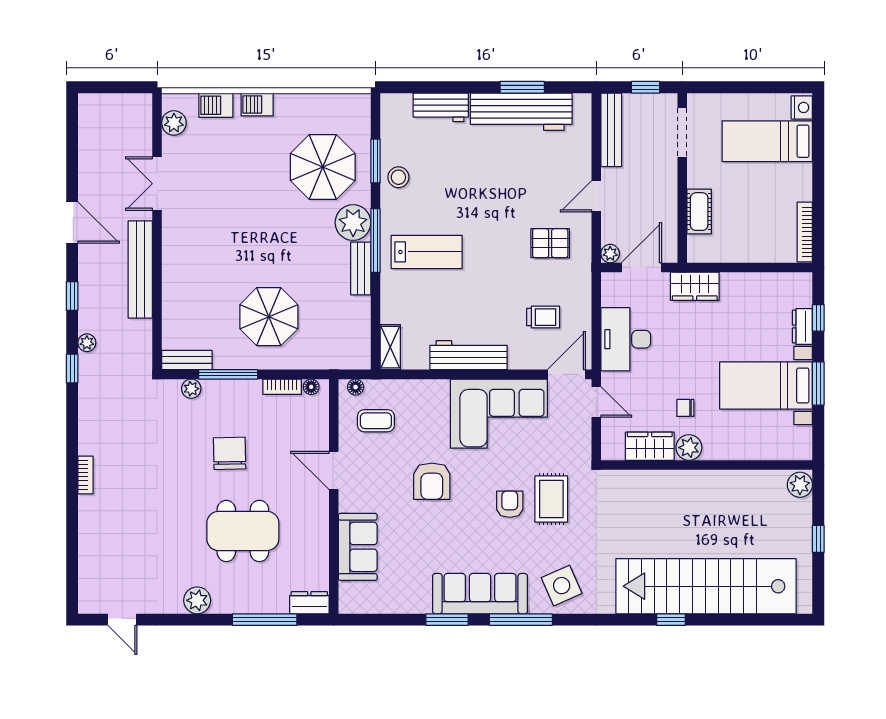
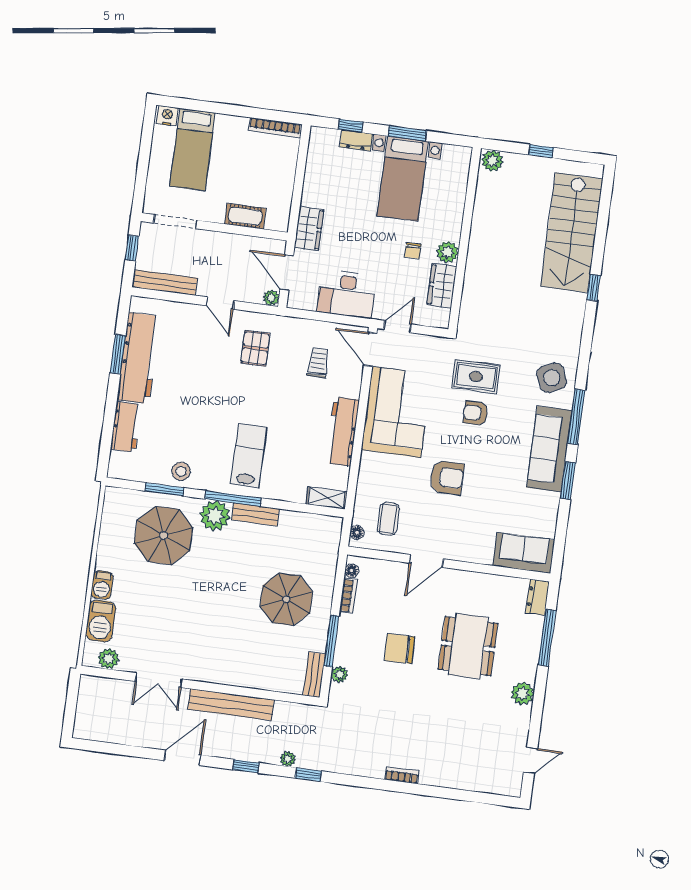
barbecue: (216, 105) -> (101, 621), width x1.38, depth x1.27
sofa: (358, 547) -> (524, 553), moved
stairs: (706, 586) -> (572, 233), width x0.73

